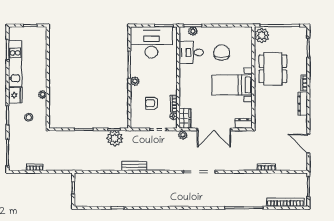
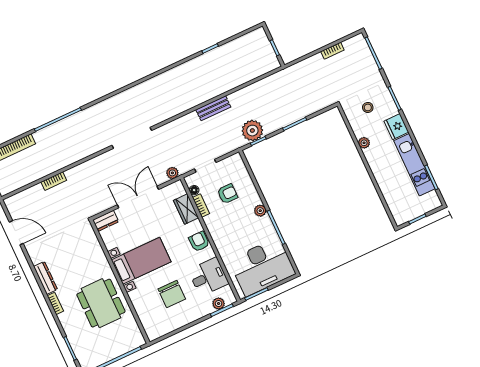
plant: (262, 35) -> (133, 337), removed
armchair: (186, 80) -> (199, 241), added
wardrobe: (185, 118) -> (186, 209), moved

